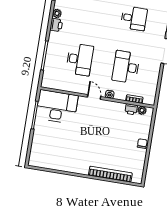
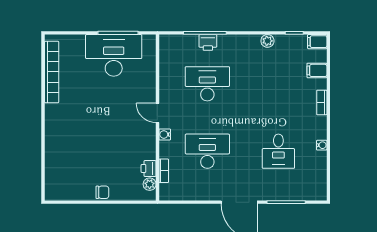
printer: (56, 25) -> (208, 42), moved
desk: (80, 59) -> (207, 84), turned 180
door: (94, 97) -> (157, 113), swing flipped
desk: (57, 107) -> (114, 55), moved, turned -90
bookcase: (110, 174) -> (52, 72), moved

